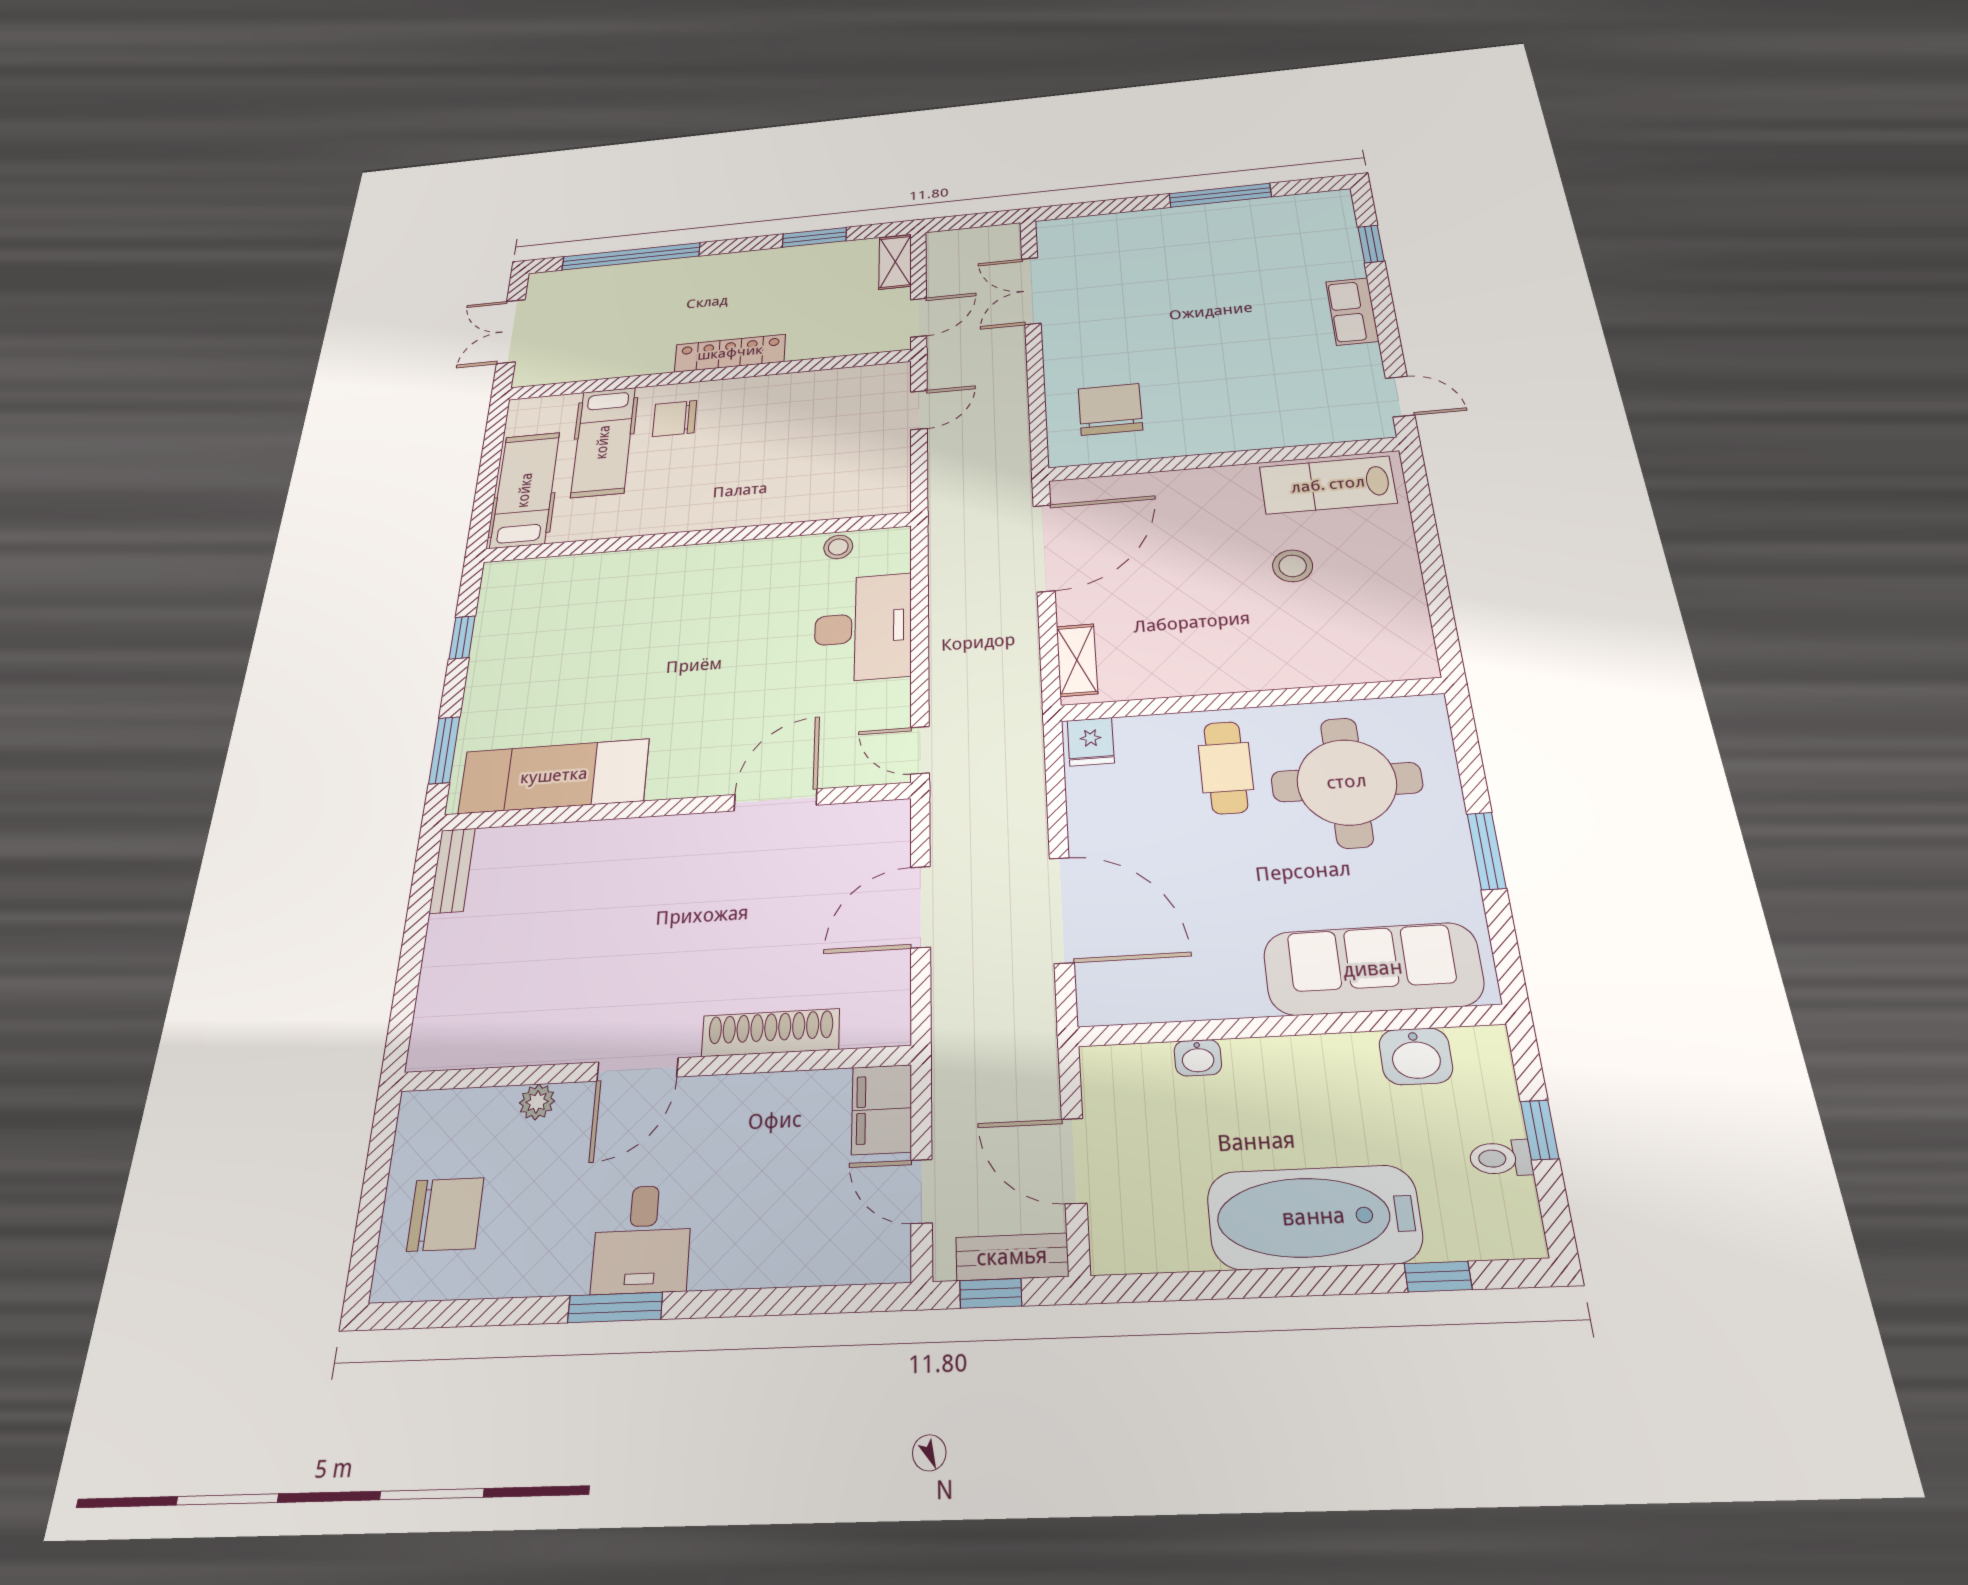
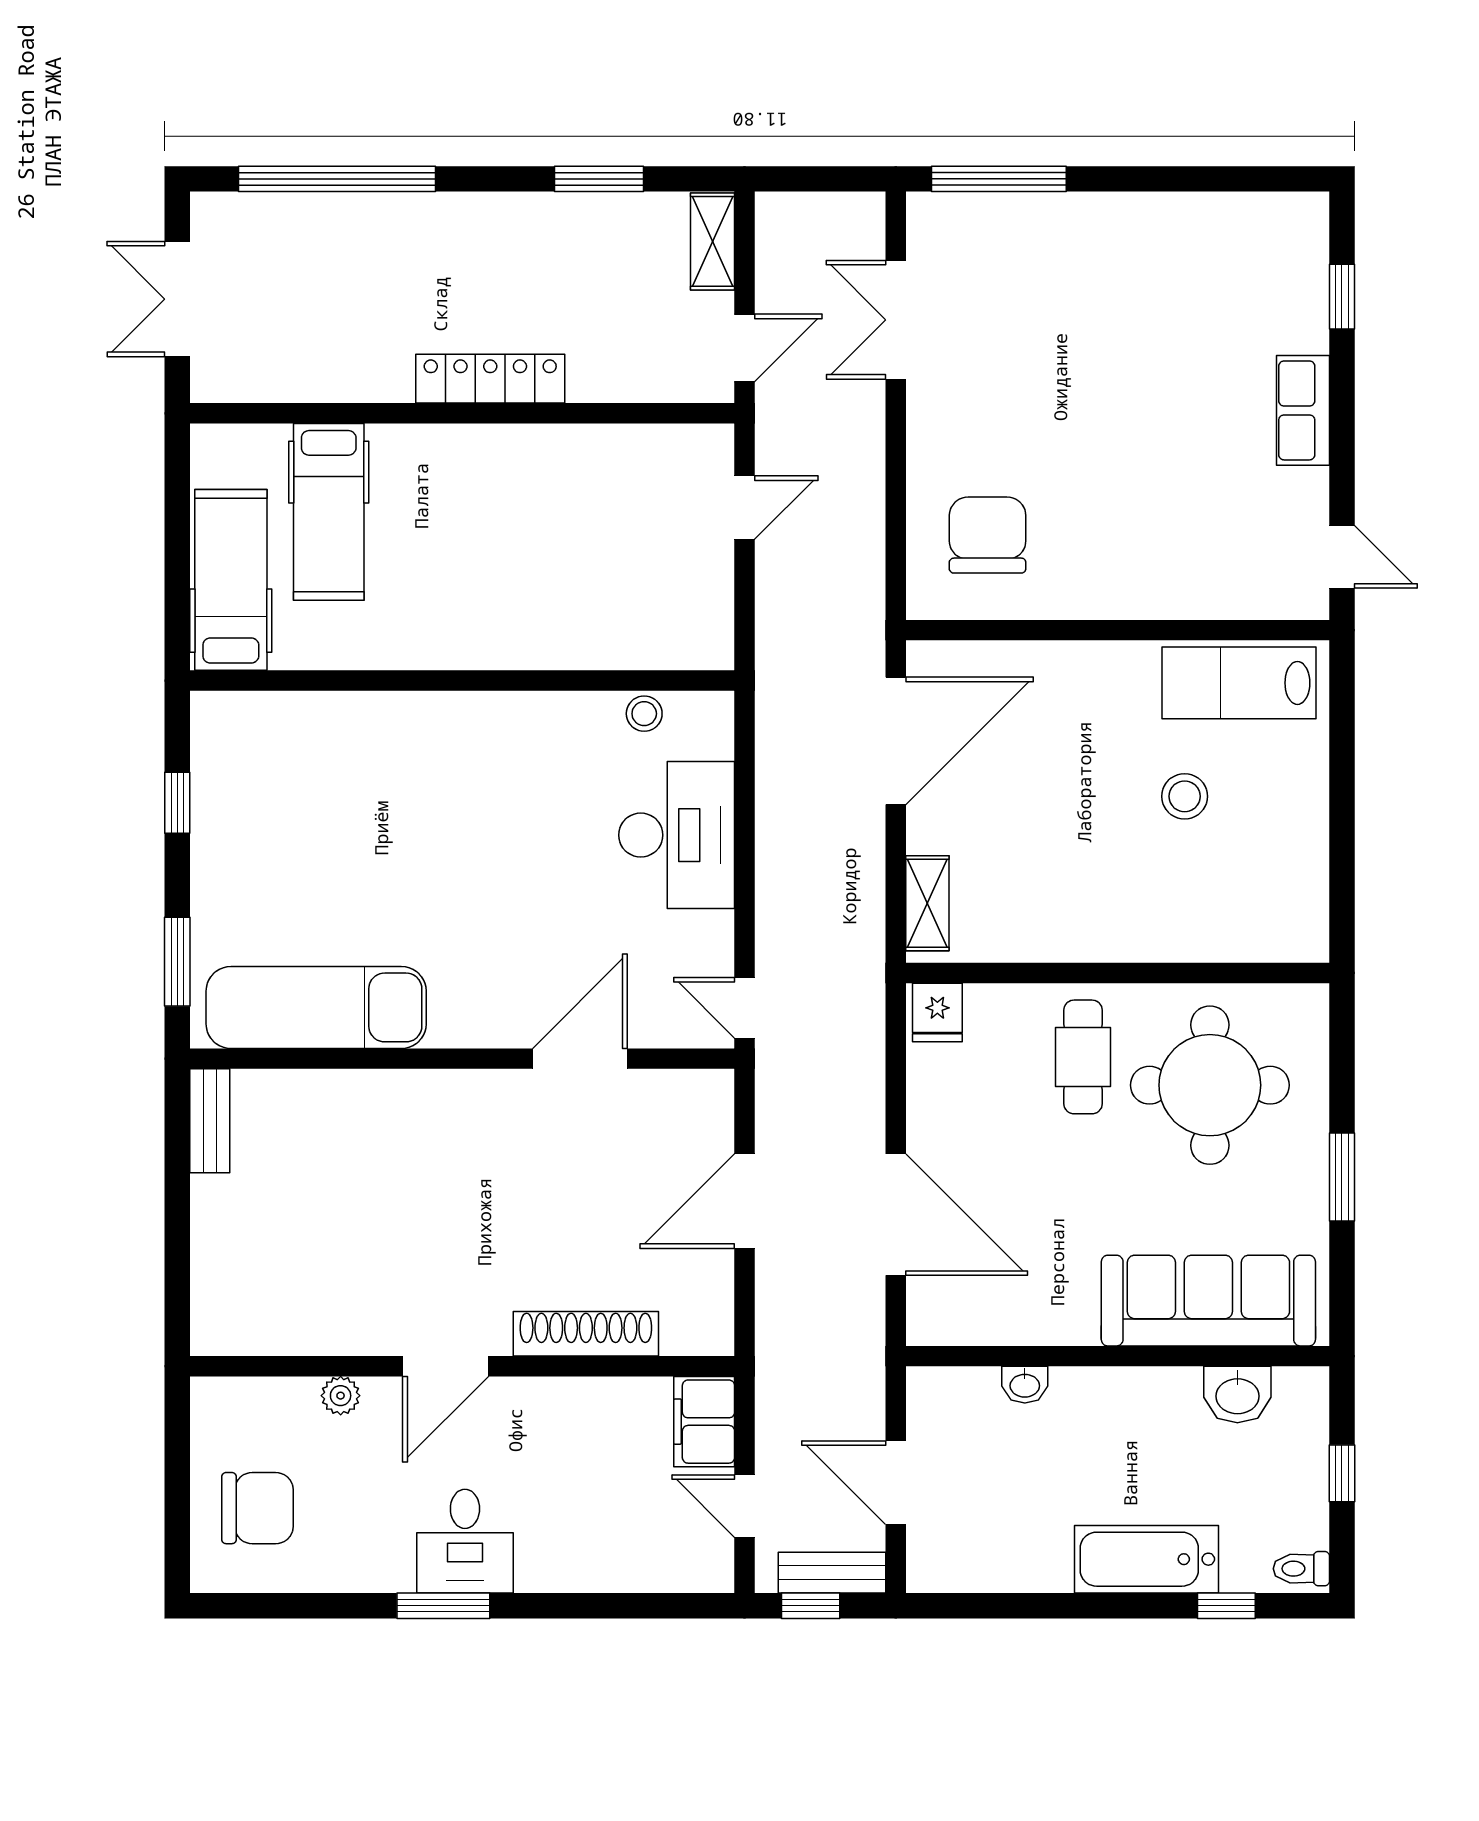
window: (1220, 195) -> (999, 179), moved
chair: (675, 418) -> (422, 483), removed
toilet: (1501, 1158) -> (1301, 1569), moved
bathtub: (1314, 1217) -> (1146, 1559), width x0.73, depth x0.73

